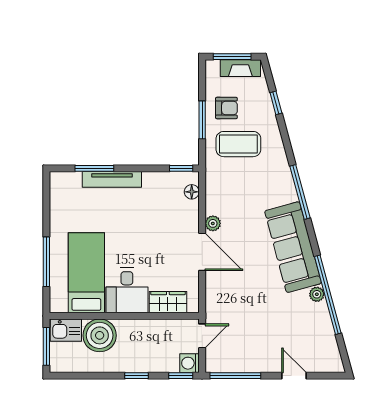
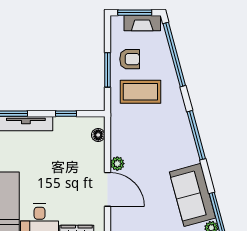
window: (276, 103) -> (174, 54), width x3.17
window: (181, 168) -> (66, 114), moved
sofa: (293, 247) -> (192, 195), width x0.73

